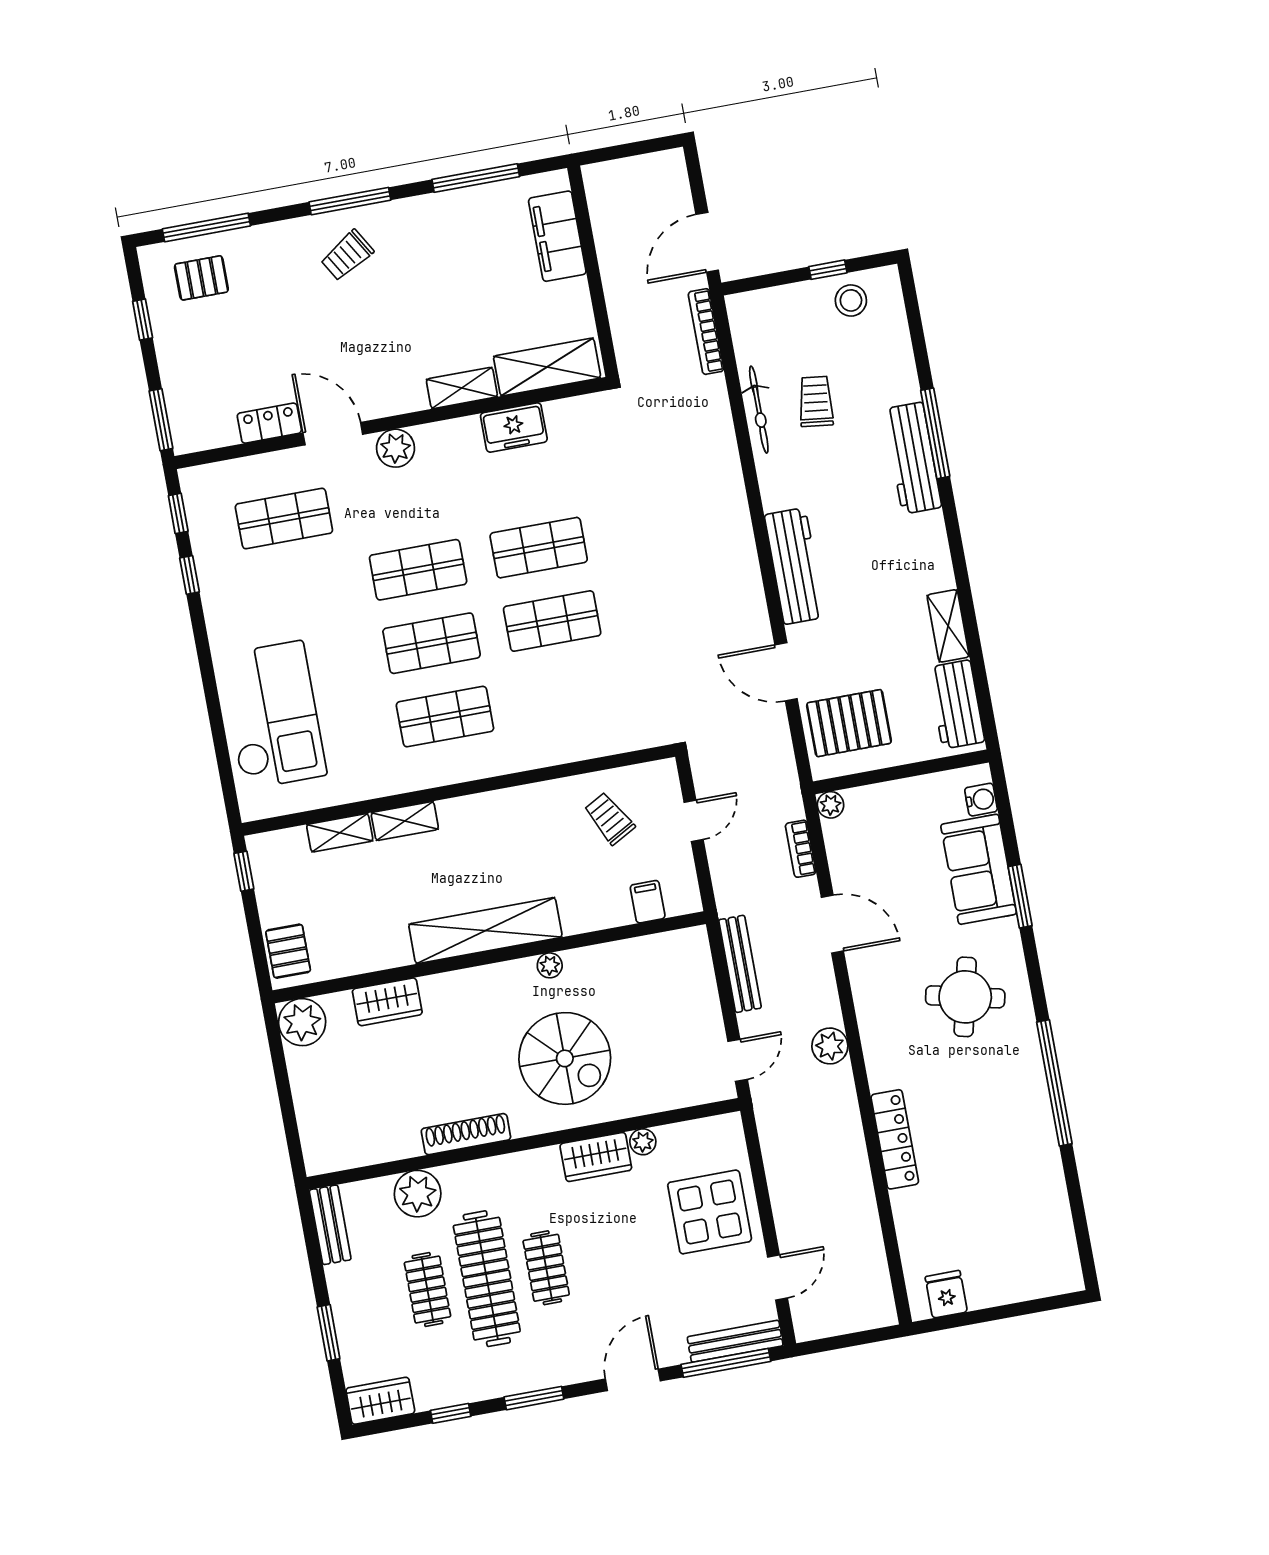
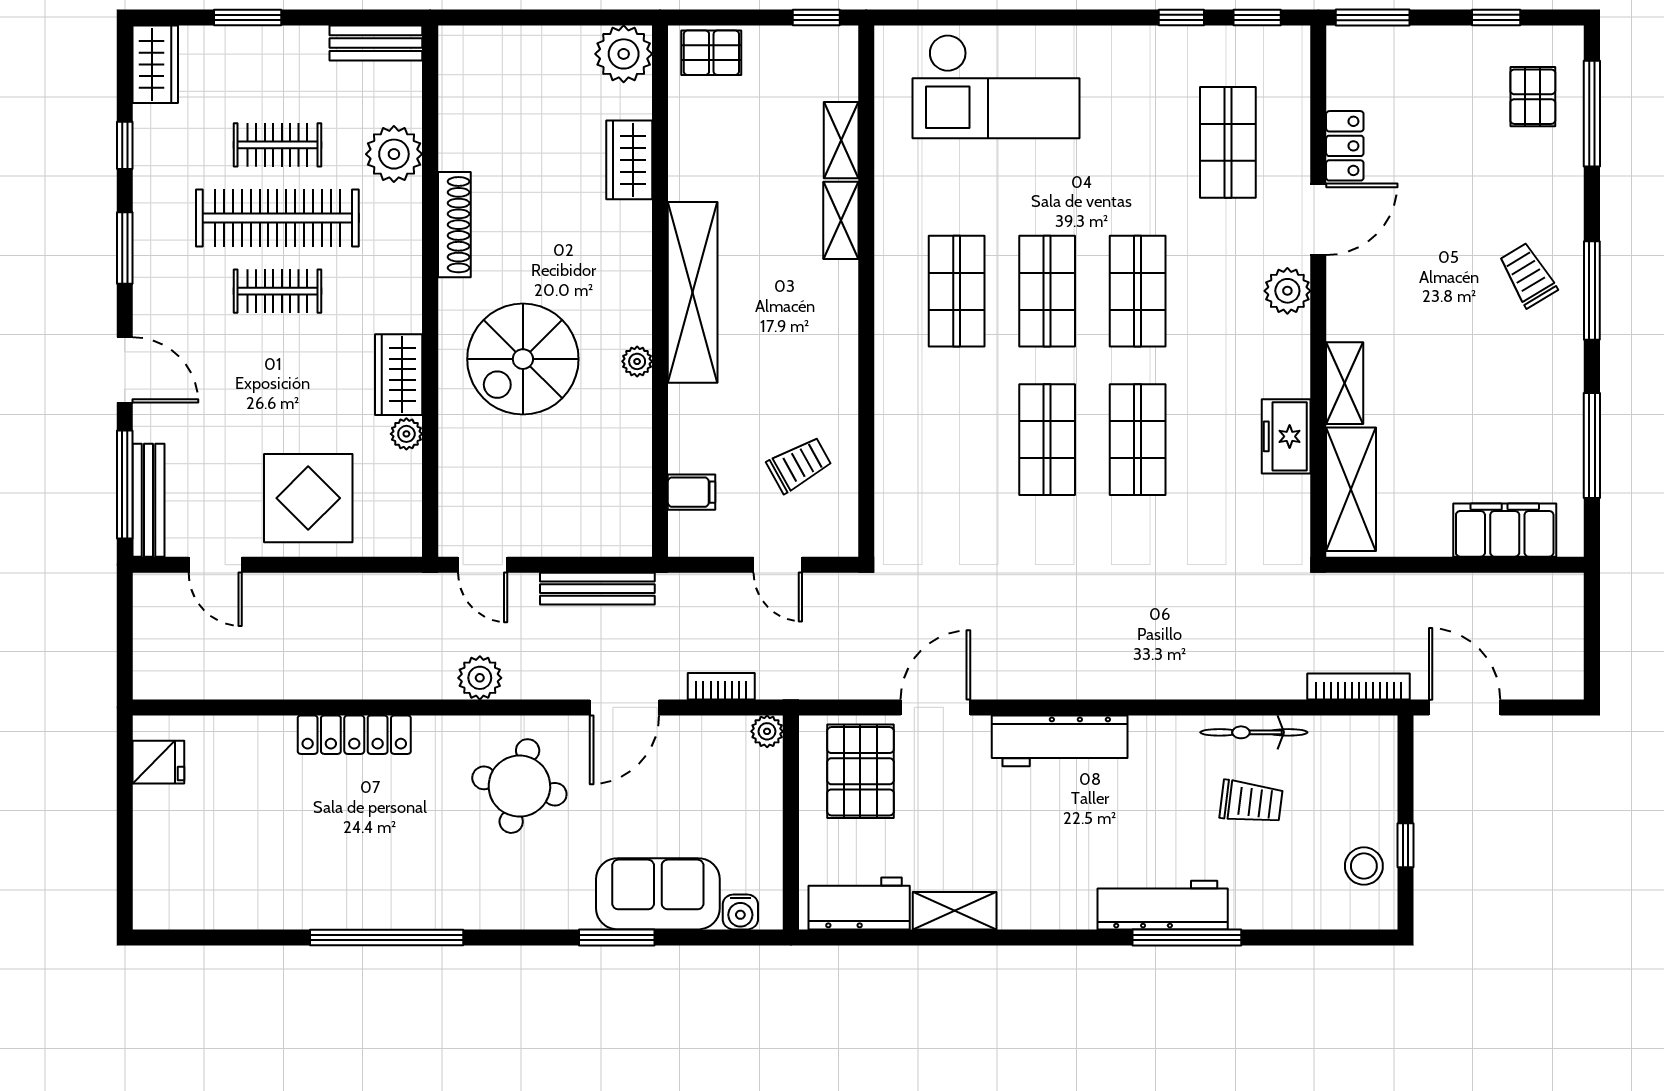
round table: (965, 997) -> (519, 786), moved

